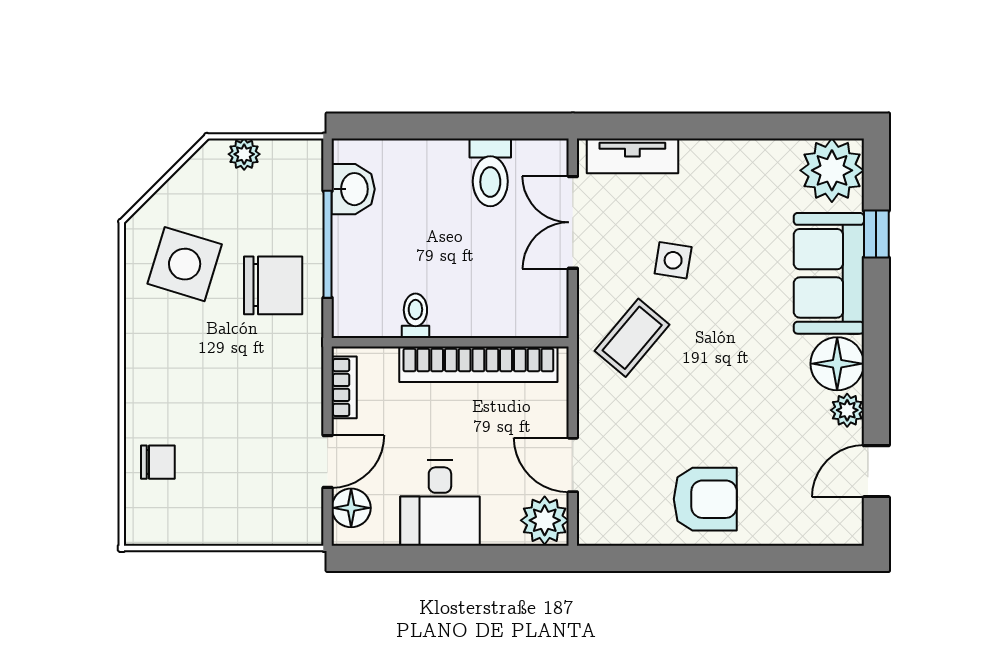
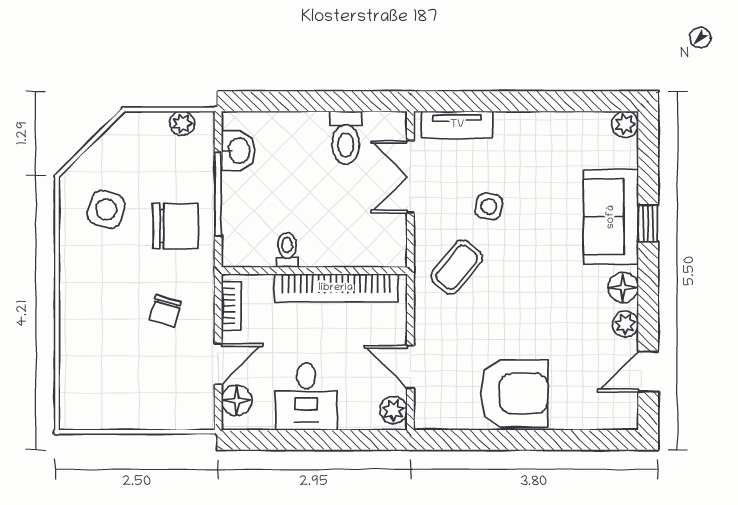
plant: (244, 154) -> (182, 123), moved
plant: (832, 170) -> (625, 124), width x0.53, depth x0.53
window: (876, 234) -> (648, 224), moved
side table: (185, 264) -> (106, 209), width x0.73, depth x0.73
floor lamp: (837, 364) -> (623, 287), width x0.73, depth x0.73
chair: (158, 462) -> (165, 311), moved, turned 106
armchair: (705, 499) -> (514, 394), width x1.36, depth x1.36
plant: (545, 520) -> (393, 410), width x0.73, depth x0.73

